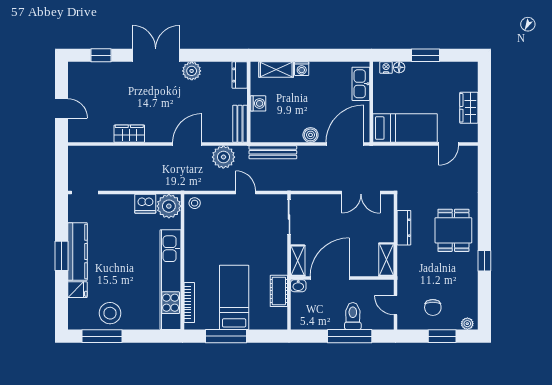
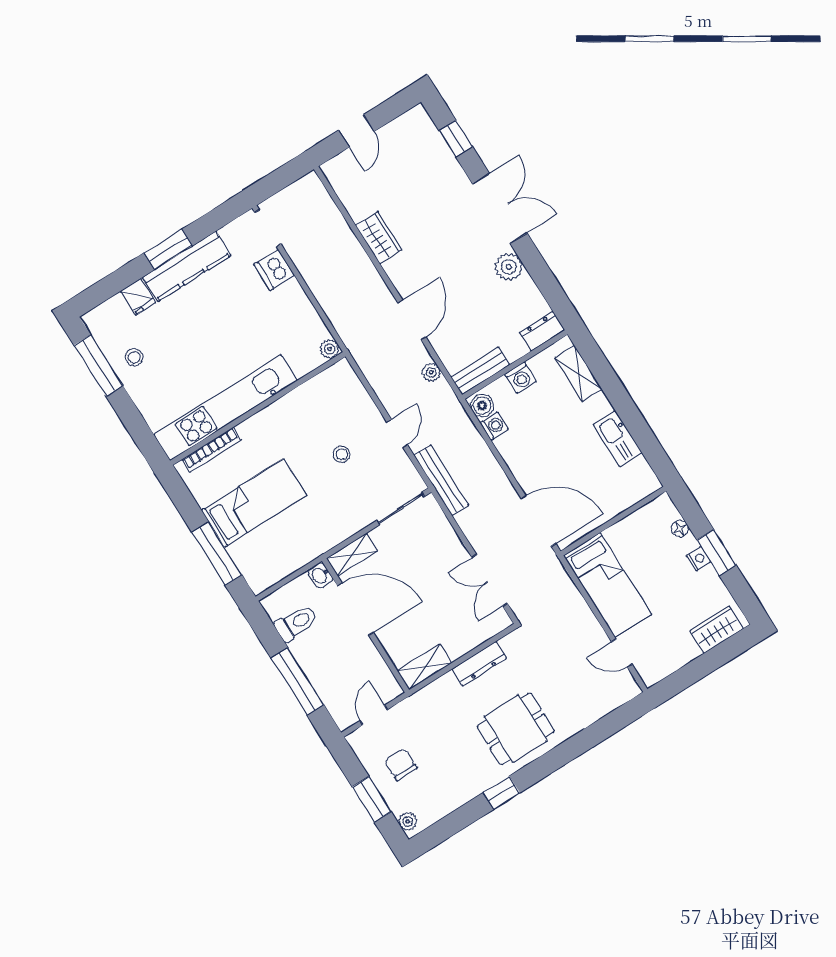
nightstand: (386, 68) -> (699, 559), moved
washing machine: (302, 69) -> (494, 426), moved, turned 180
kitchen sink: (361, 84) -> (618, 439), moved, turned -90
wardrobe: (469, 108) -> (717, 630), moved
boiler: (310, 135) -> (482, 406), moved
door: (187, 144) -> (412, 320), hinge flipped
bench: (273, 152) -> (441, 480), moved
plant: (223, 157) -> (431, 372), width x0.53, depth x0.53
stool: (195, 203) -> (342, 454), moved
dishwasher: (145, 204) -> (274, 270), moved
plant: (169, 206) -> (330, 349), width x0.53, depth x0.53
cot: (279, 291) -> (298, 555), removed
chair: (433, 307) -> (401, 764), turned 90
stool: (110, 313) -> (134, 357), width x0.53, depth x0.53
toilet: (353, 316) -> (296, 623), moved
window: (226, 336) -> (217, 554), moved

